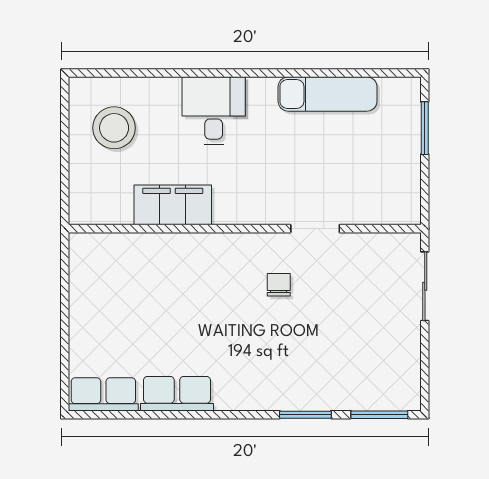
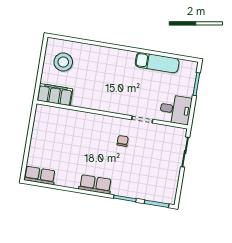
desk: (214, 111) -> (176, 109), moved, turned 90
filing cabinet: (173, 205) -> (55, 95), moved
row of seats: (177, 394) -> (95, 184), moved

